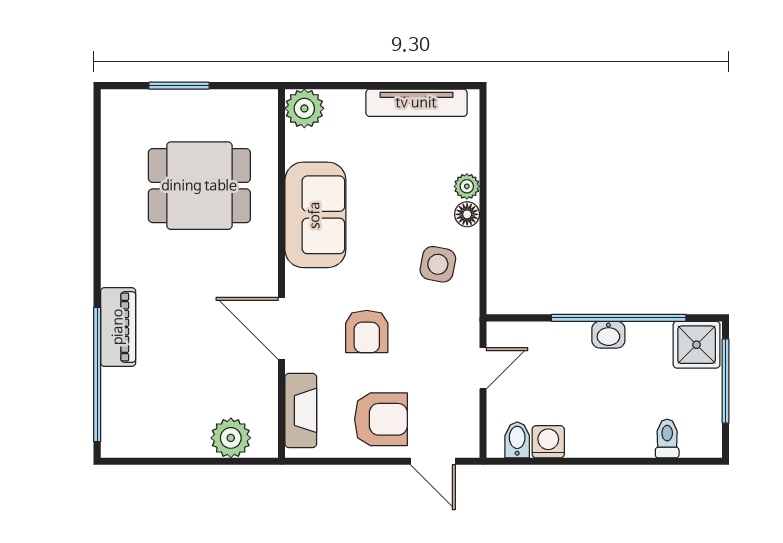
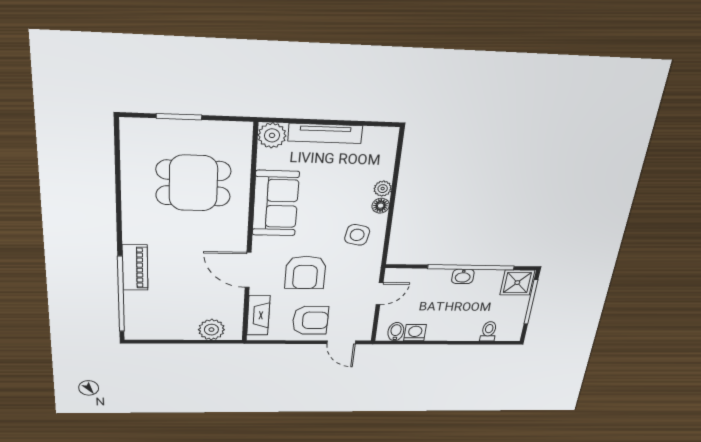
tv unit: (416, 103) -> (325, 133), moved
armchair: (367, 332) -> (305, 273), width x1.38, depth x1.38

